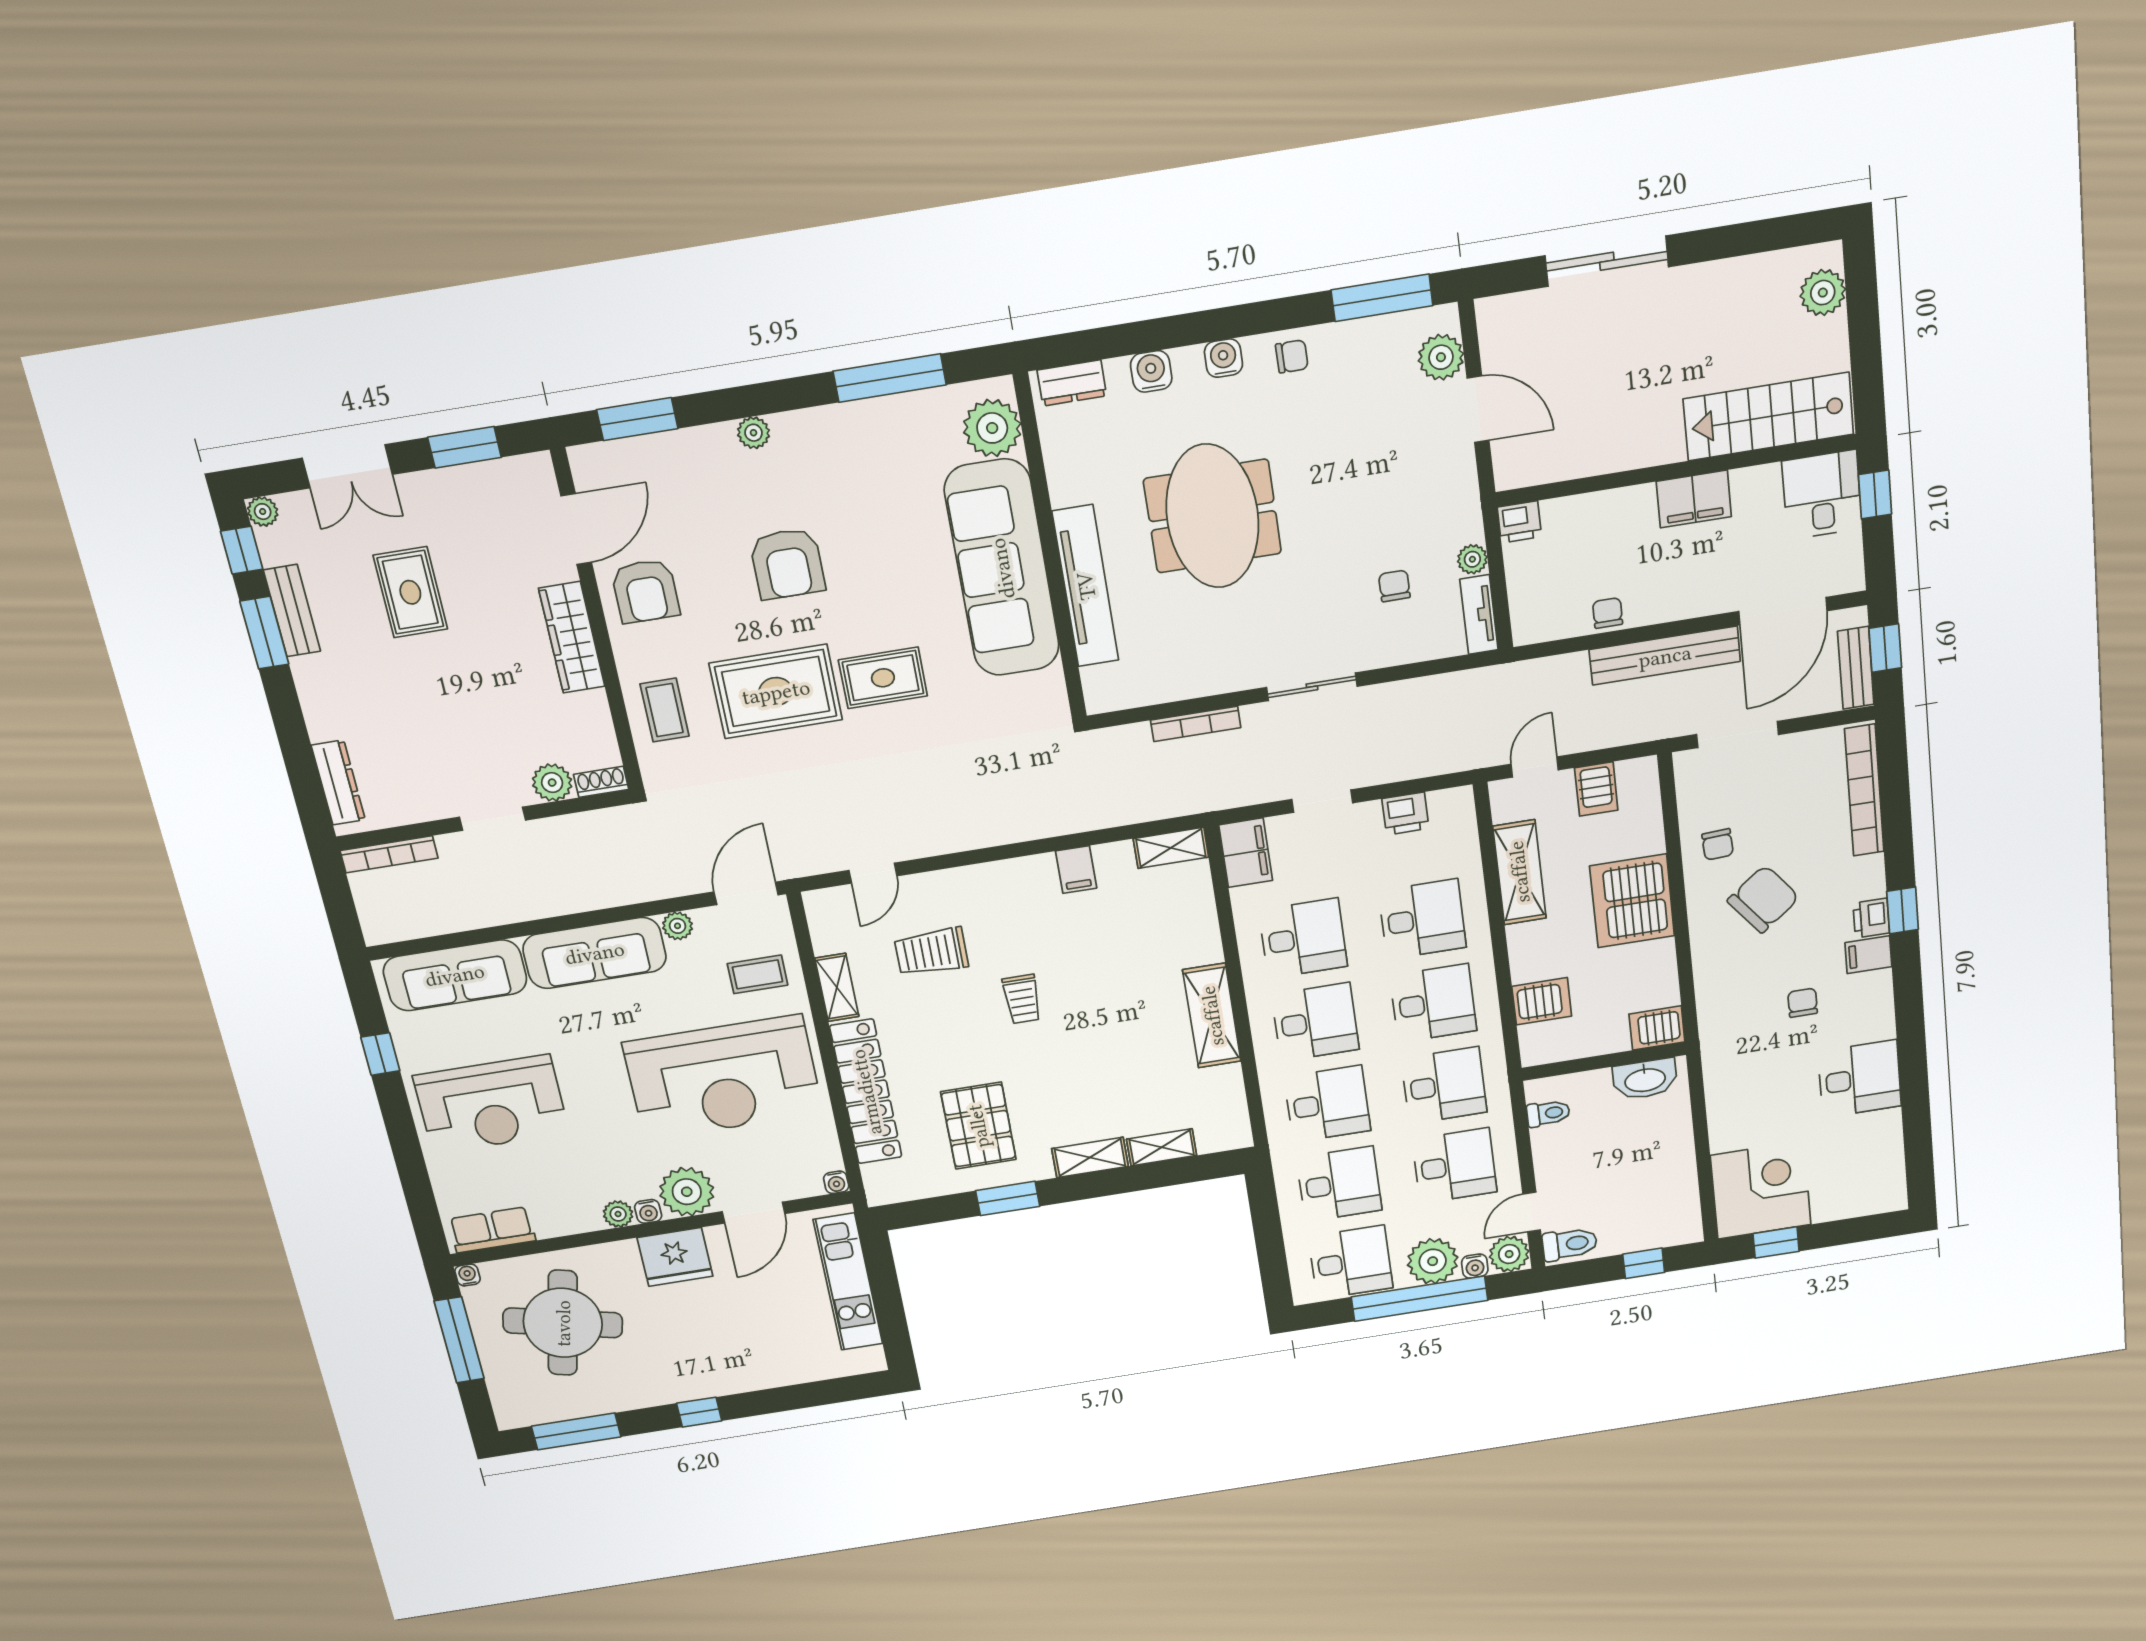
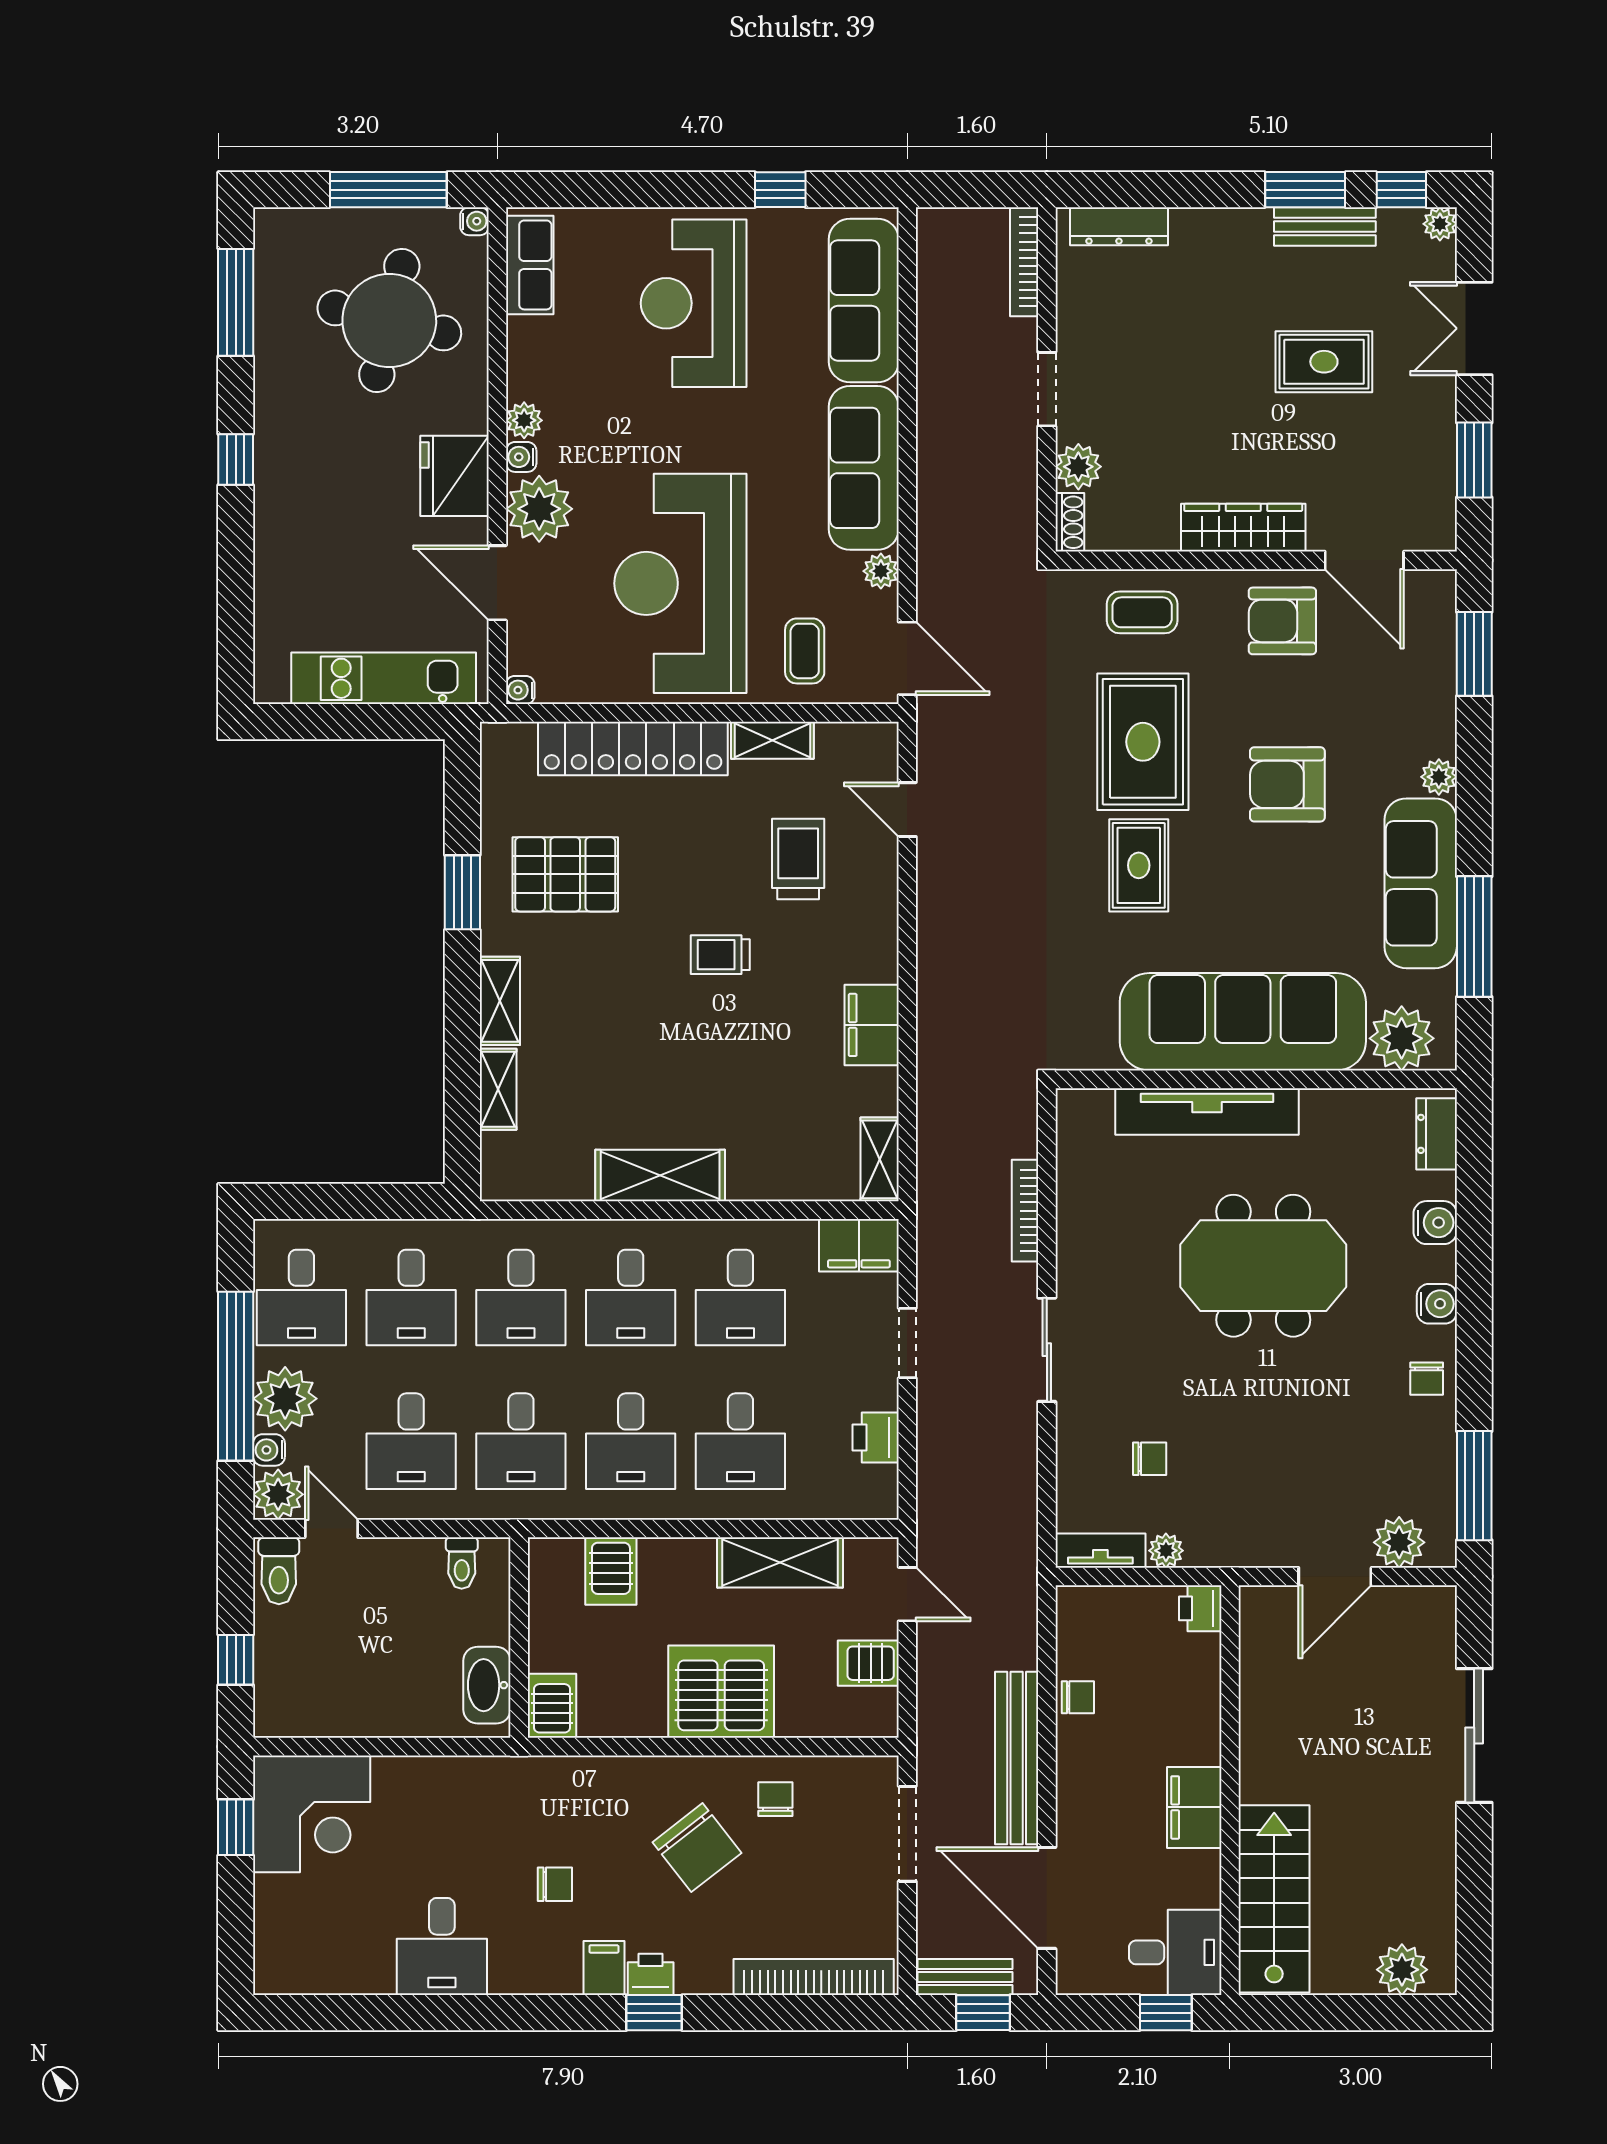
sofa: (851, 433) -> (1421, 883), added
chair: (1718, 844) -> (775, 1799), turned 93
filing cabinet: (1076, 870) -> (872, 1025), width x2.00

